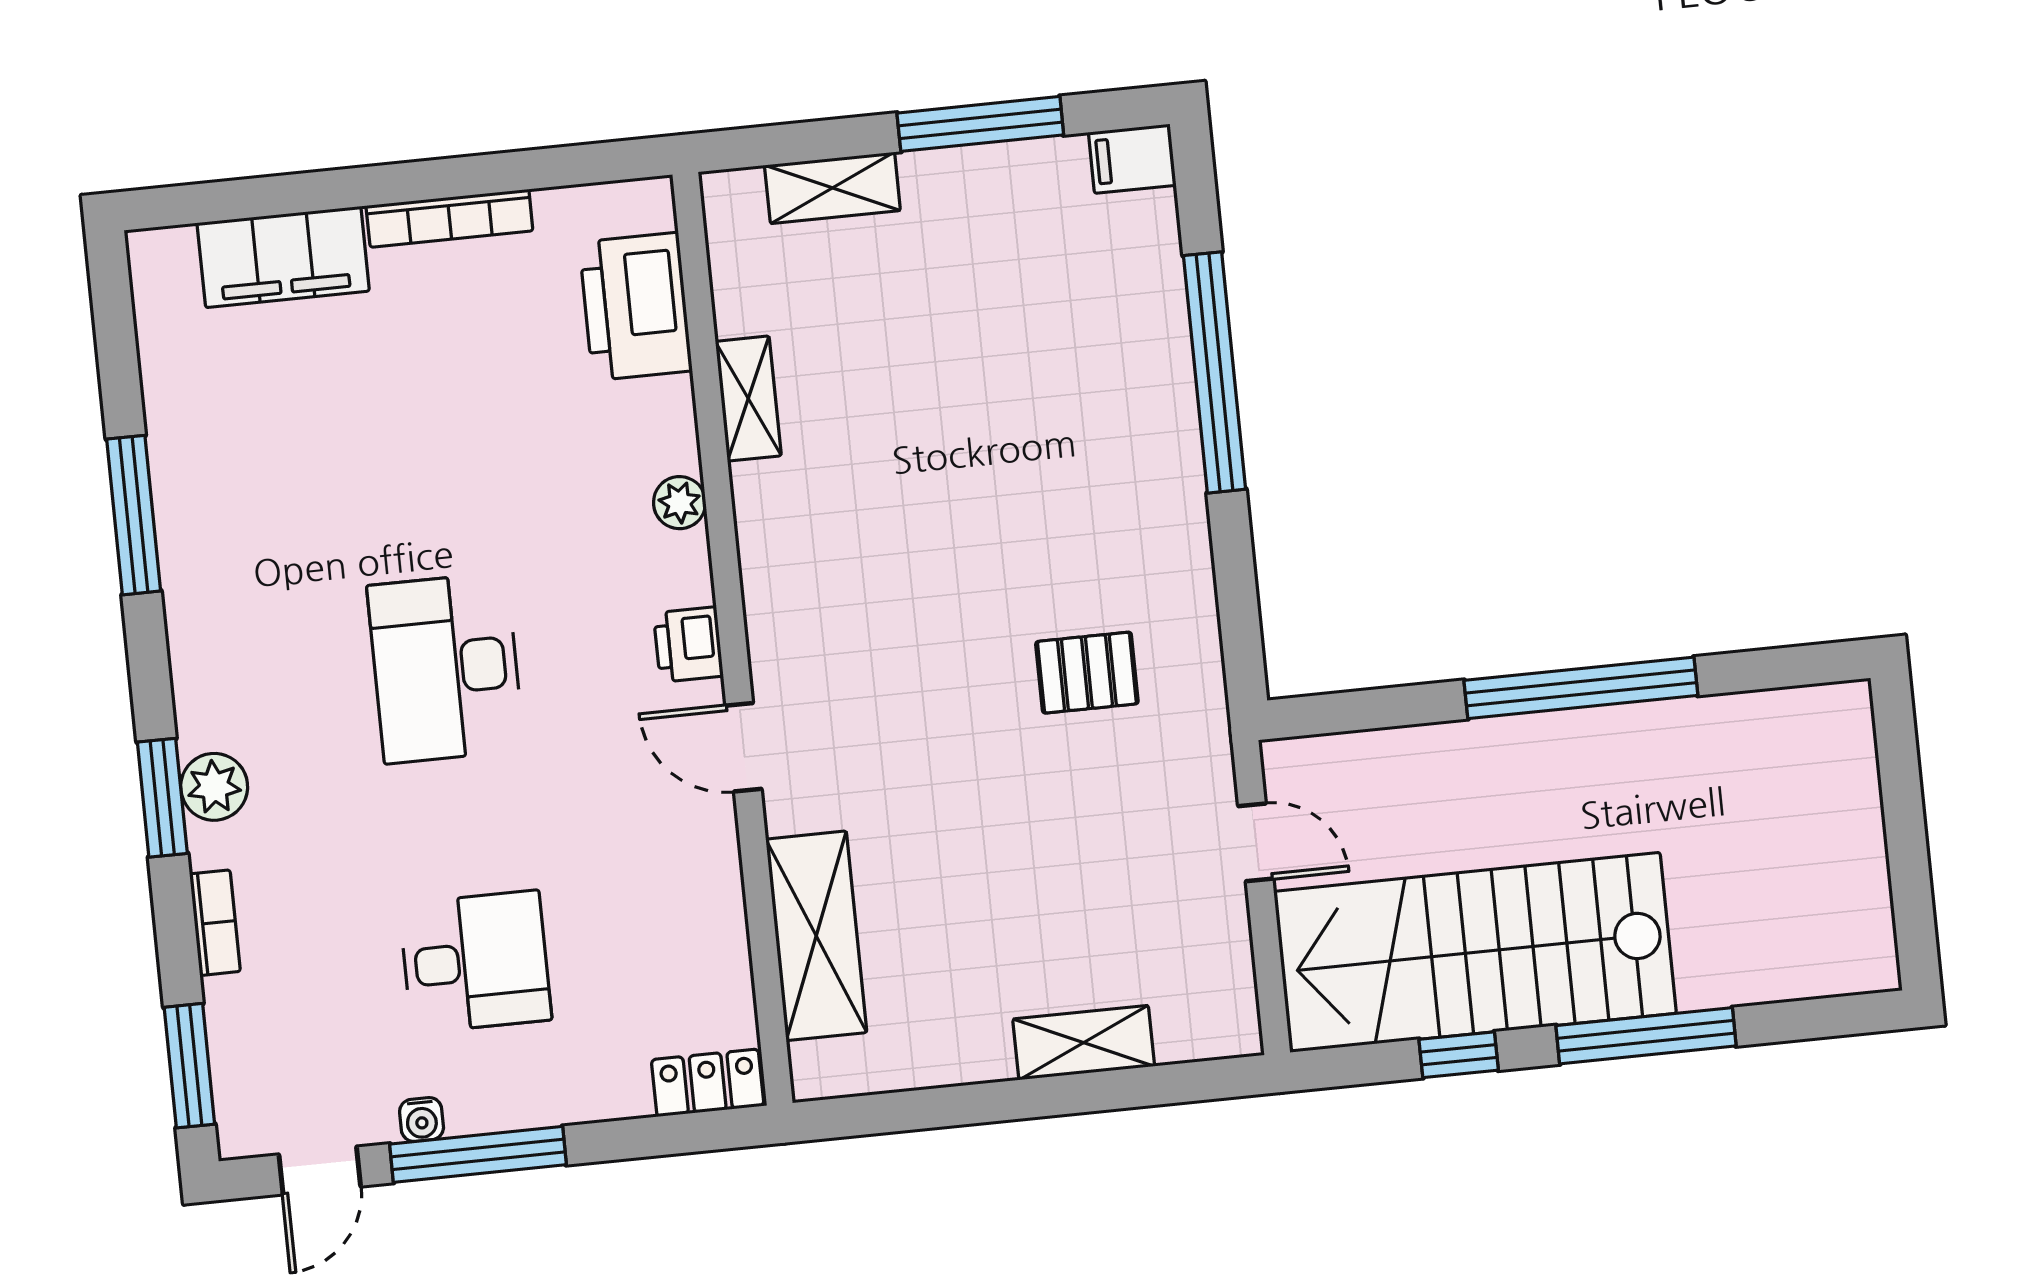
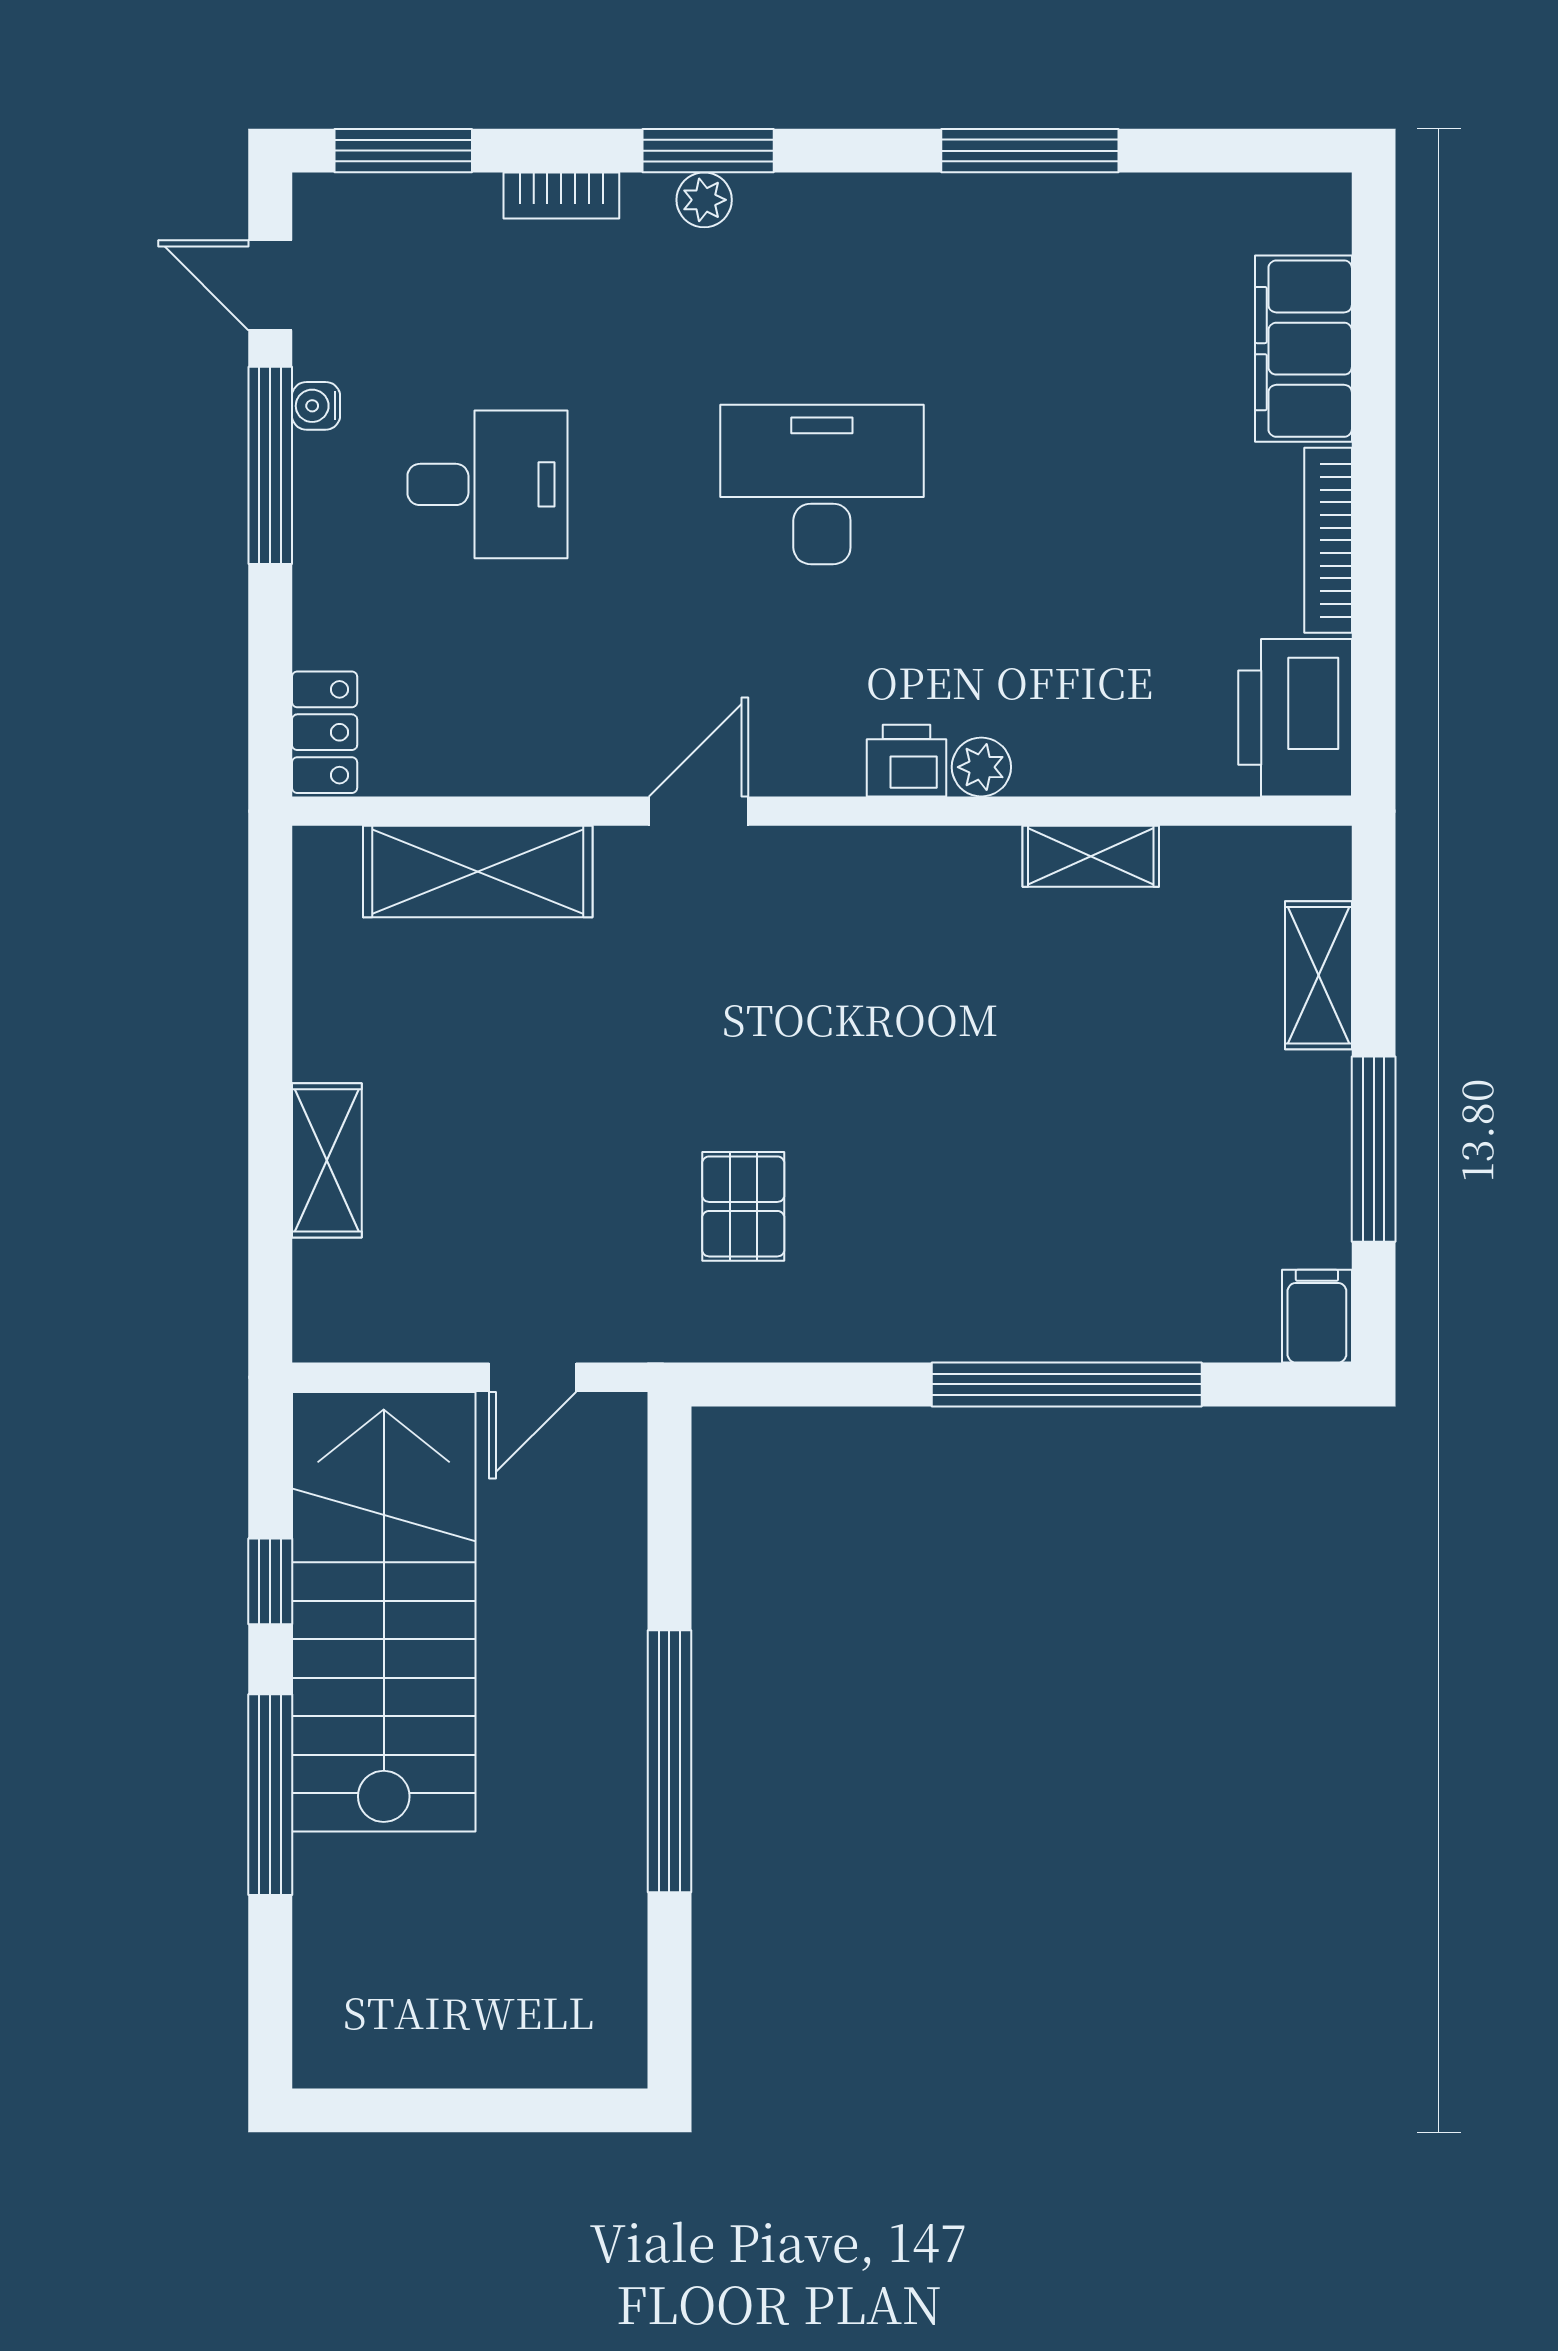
printer: (636, 307) -> (1295, 718), moved, turned -90
printer: (688, 645) -> (906, 761), moved
plant: (214, 787) -> (704, 200), width x0.73, depth x0.73
desk: (475, 962) -> (487, 484), turned -90

